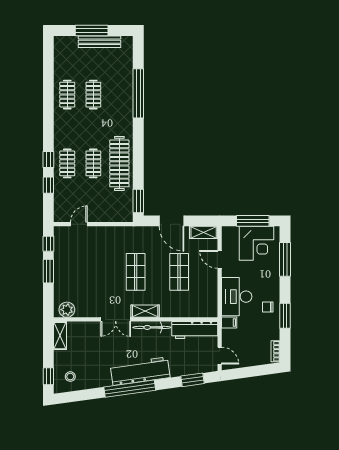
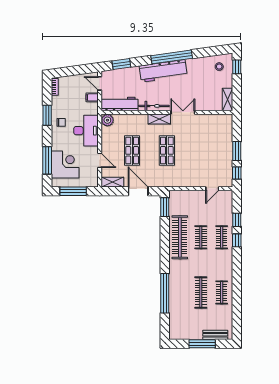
bench: (100, 42) -> (215, 335), moved, width x0.73
clothes rail: (93, 95) -> (201, 292), width x1.36
corner desk: (257, 243) -> (65, 165), moved, turned 90
plant: (67, 310) -> (107, 120), moved
filing cabinet: (229, 322) -> (92, 97), moved

